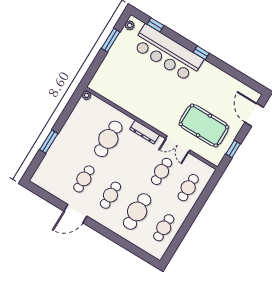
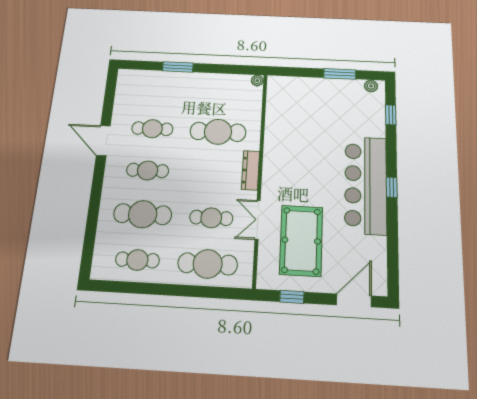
bar counter: (167, 53) -> (366, 185), moved
cafe table: (188, 188) -> (208, 264), width x1.37, depth x1.35

